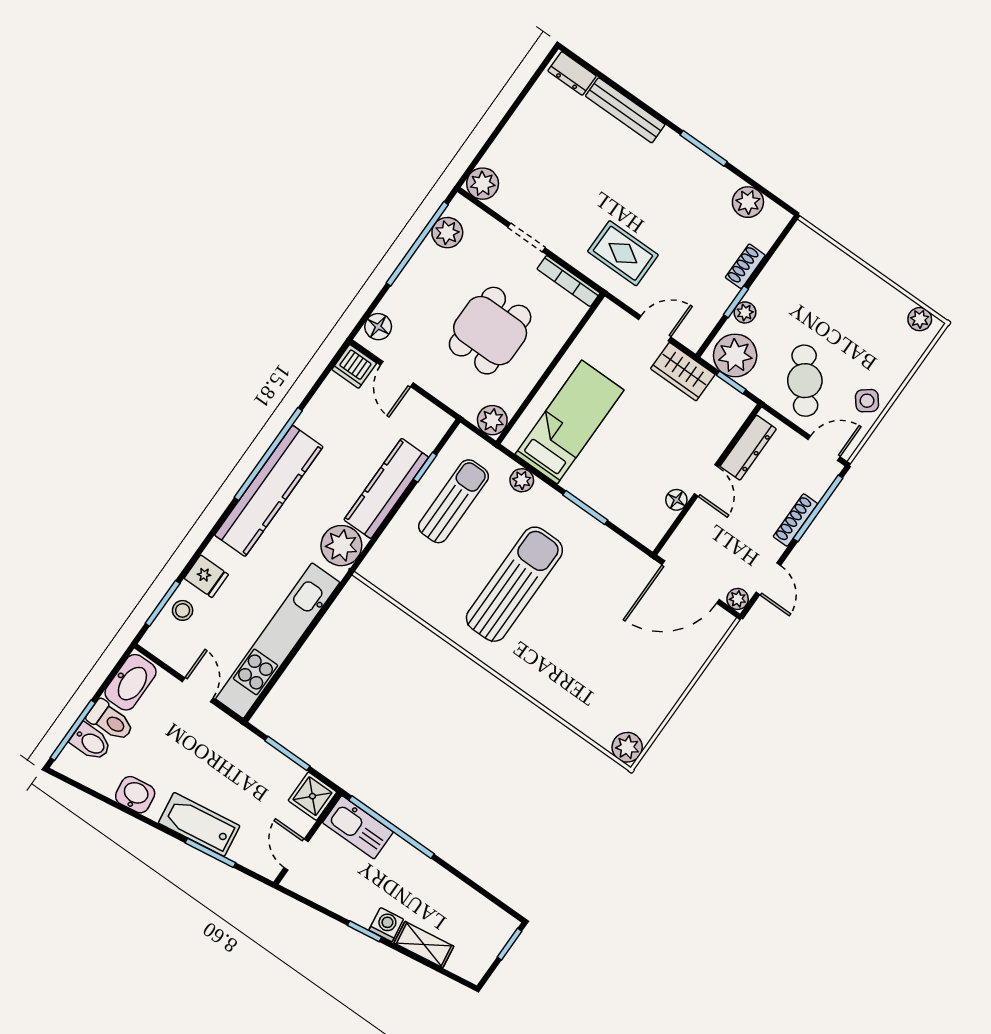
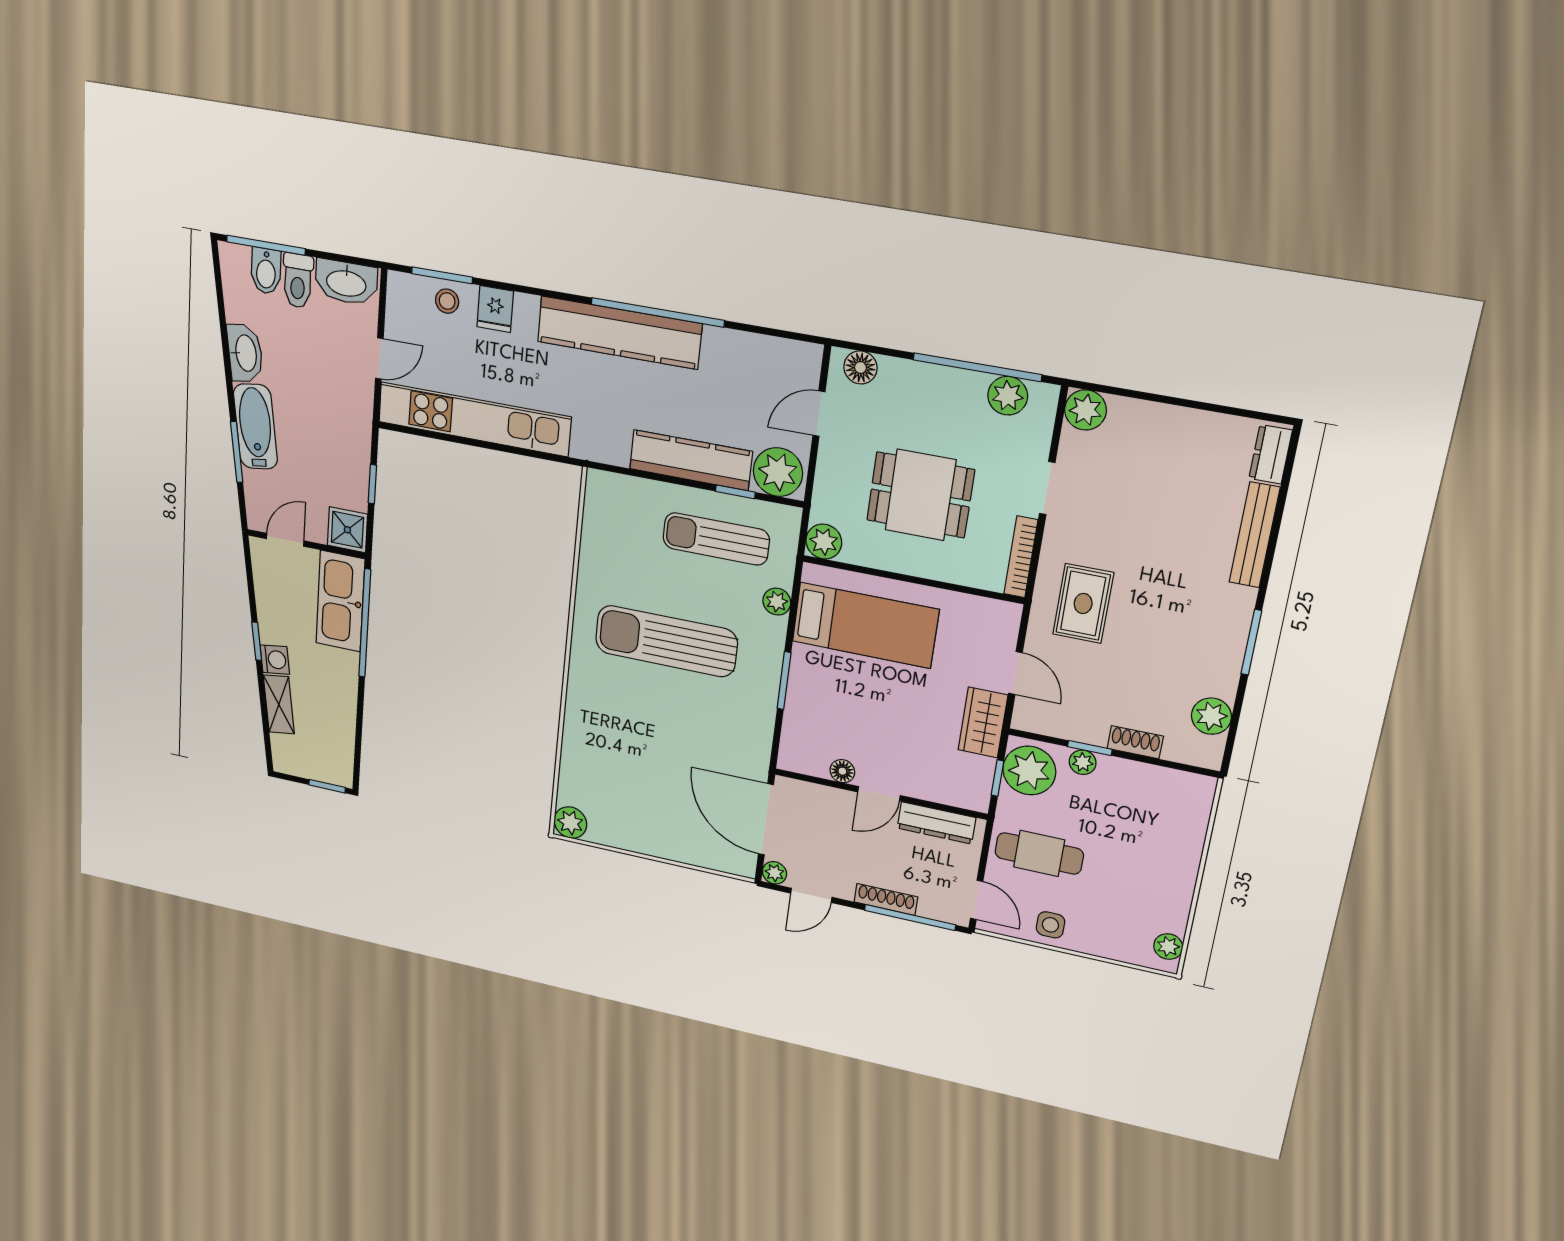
dishwasher: (354, 366) -> (802, 362), removed
cafe table: (805, 381) -> (1039, 853), turned 37
side table: (867, 401) -> (1050, 925), turned 38
sun lounger: (454, 501) -> (716, 539), turned 180
plant: (341, 546) -> (778, 472), moved
sun lounger: (514, 584) -> (666, 641), turned 180
window: (287, 753) -> (372, 484), width x0.67
washbasin: (135, 795) -> (245, 353), width x1.38
kitchen sink: (358, 827) -> (340, 601), width x1.36, depth x1.24

